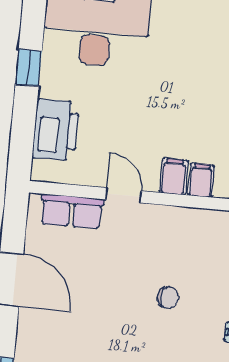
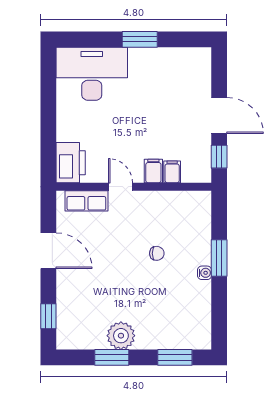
window: (29, 68) -> (48, 106), removed
printer: (56, 130) -> (71, 163), moved

